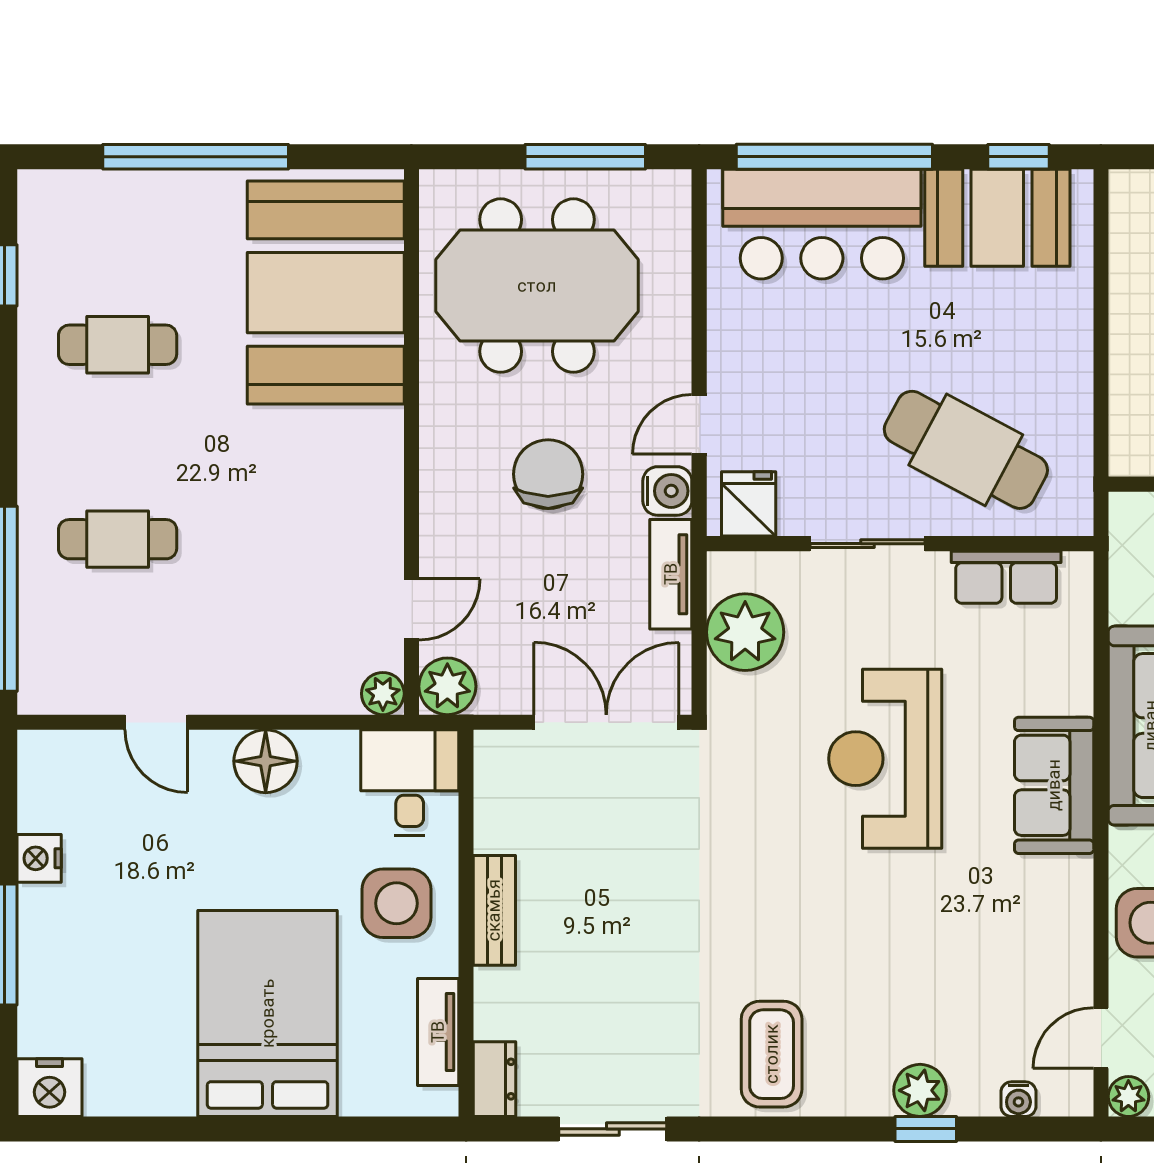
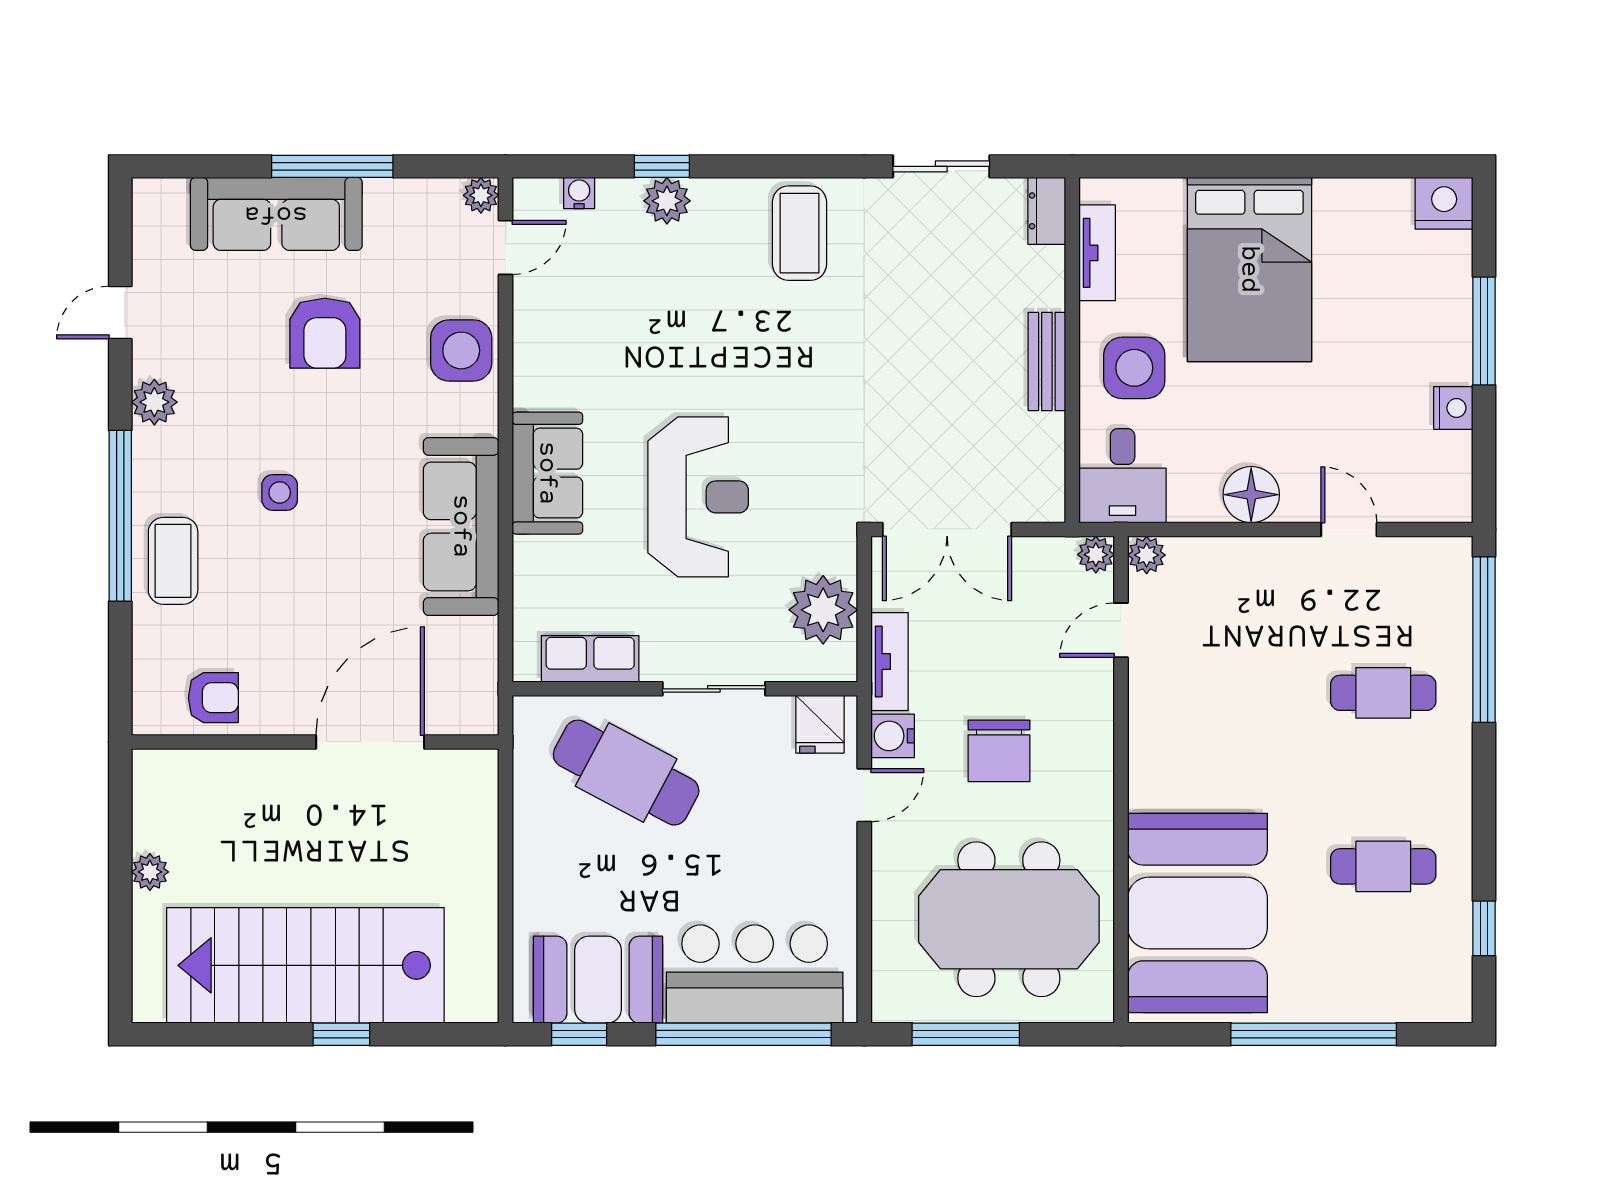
plant: (447, 686) -> (1096, 555), width x0.73, depth x0.73

